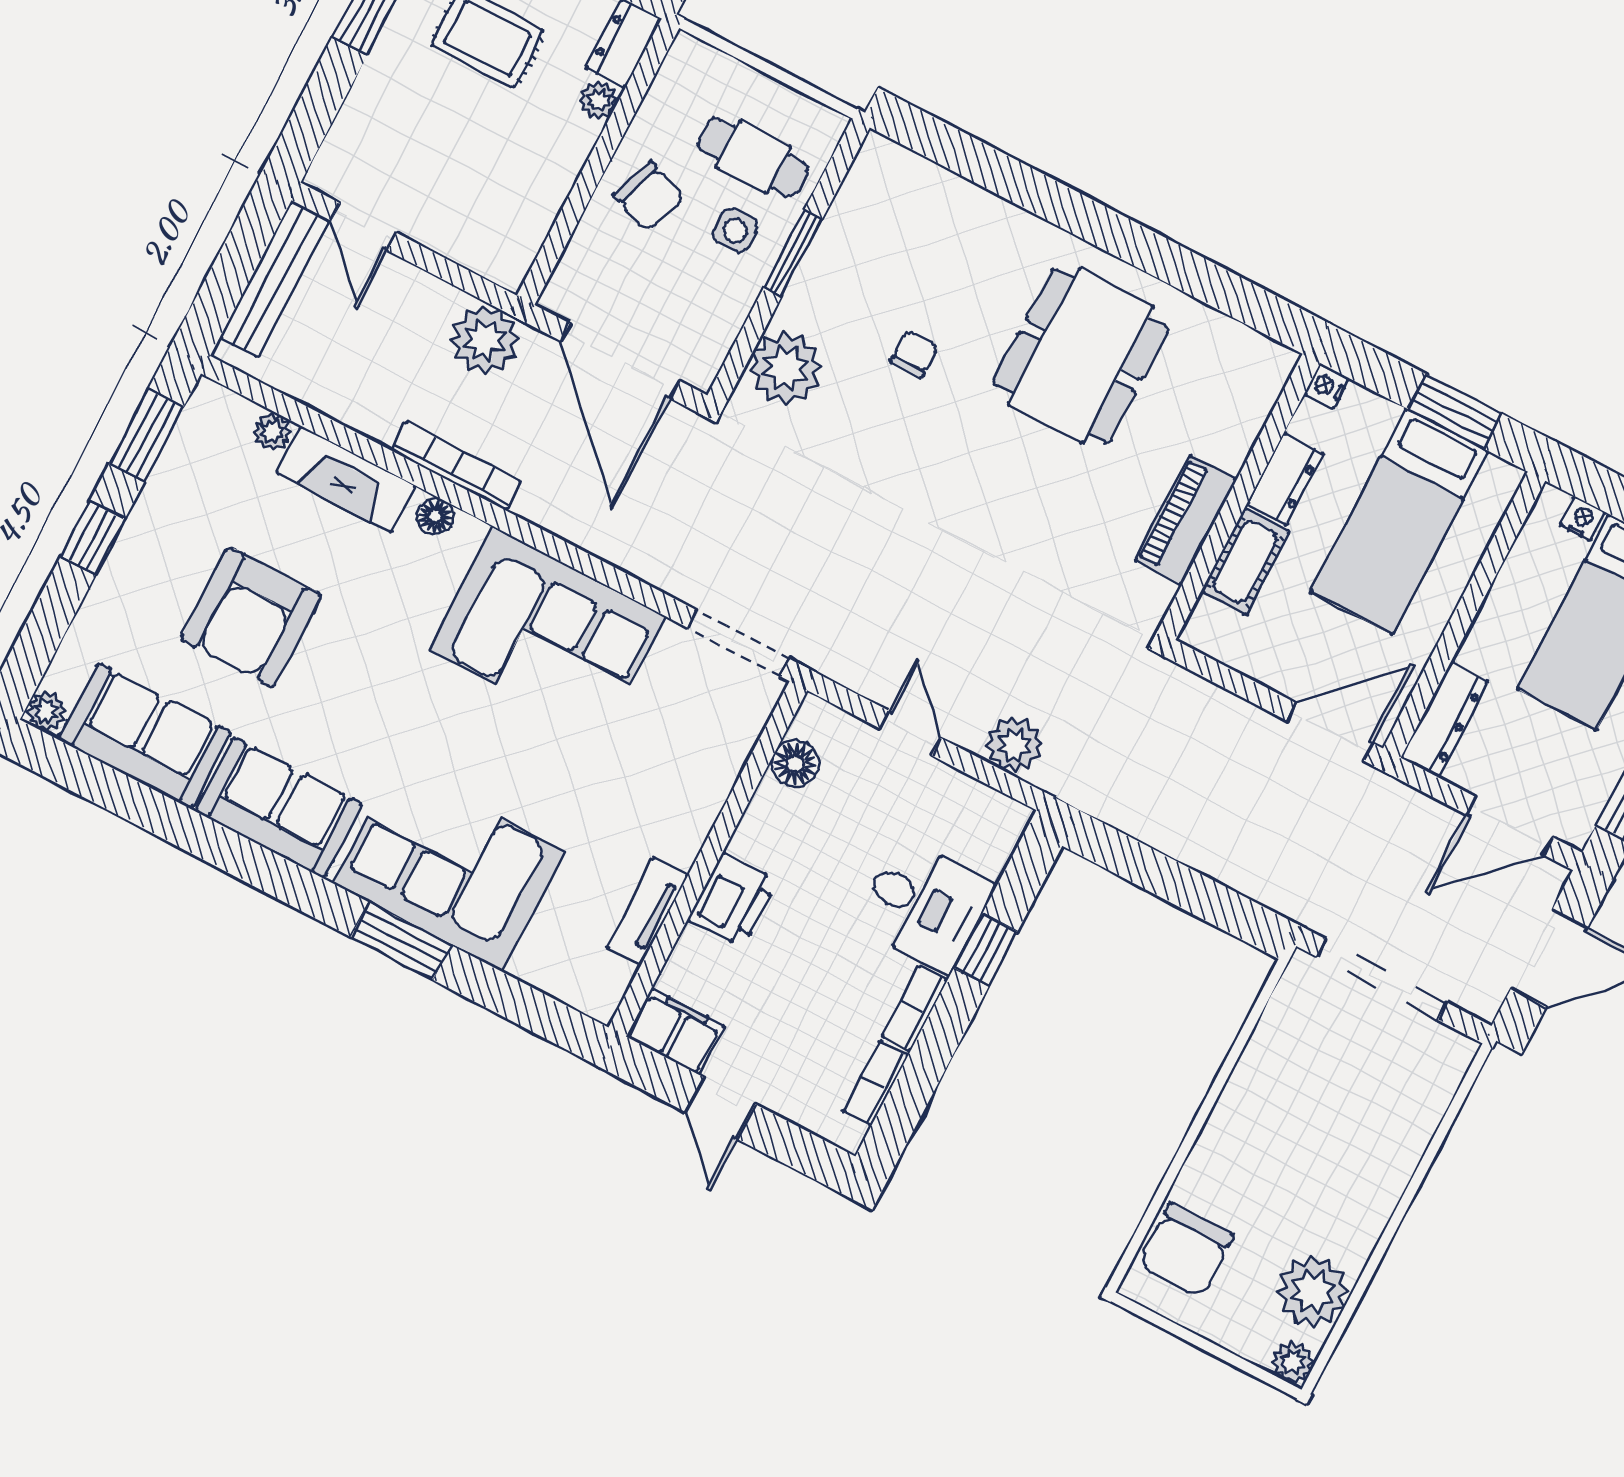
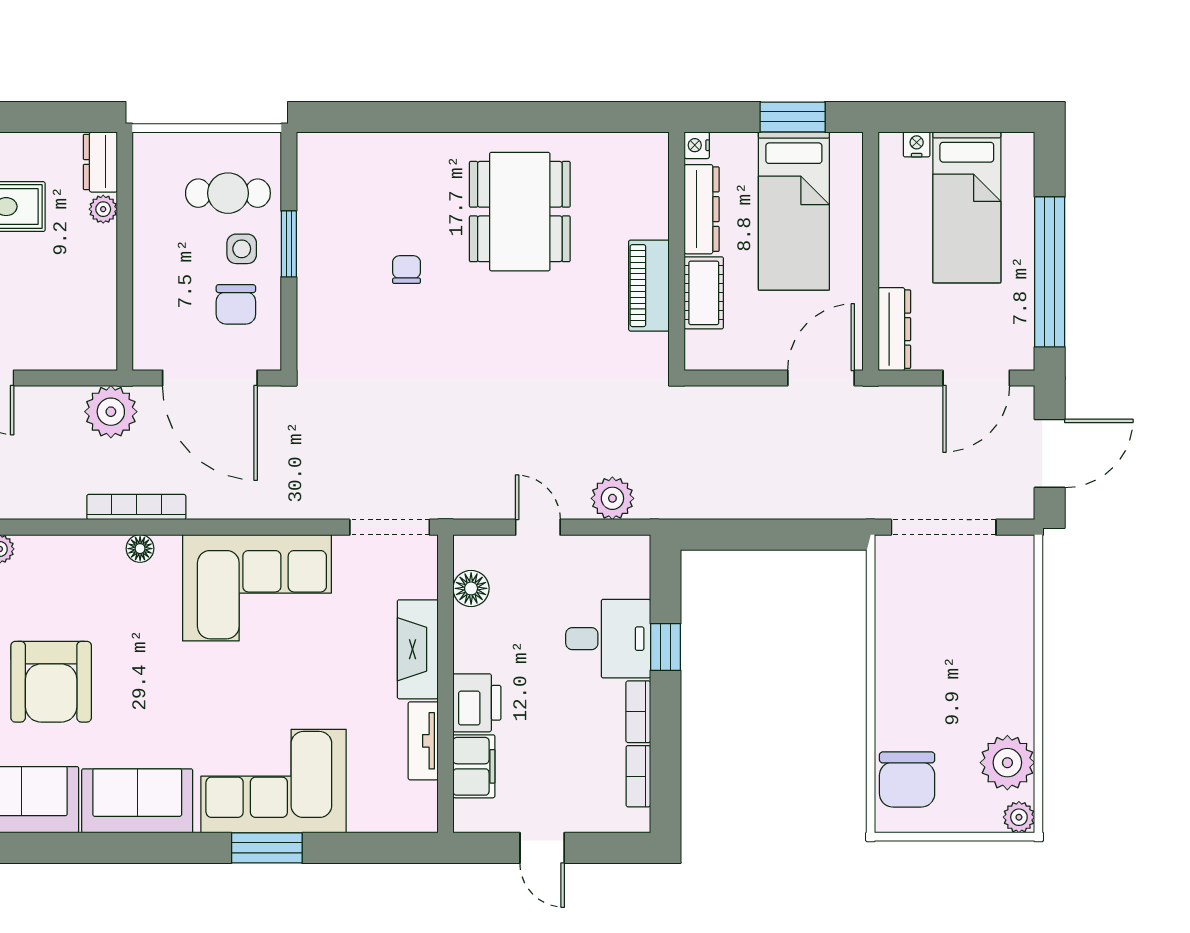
chair: (649, 196) -> (236, 304), moved, turned 70
plant: (786, 368) -> (325, 324), removed
fireplace: (346, 479) -> (418, 649), moved, turned 90
dresser: (1285, 479) -> (702, 209), width x1.44
filing cabinet: (675, 1031) -> (474, 766), moved, turned 90

